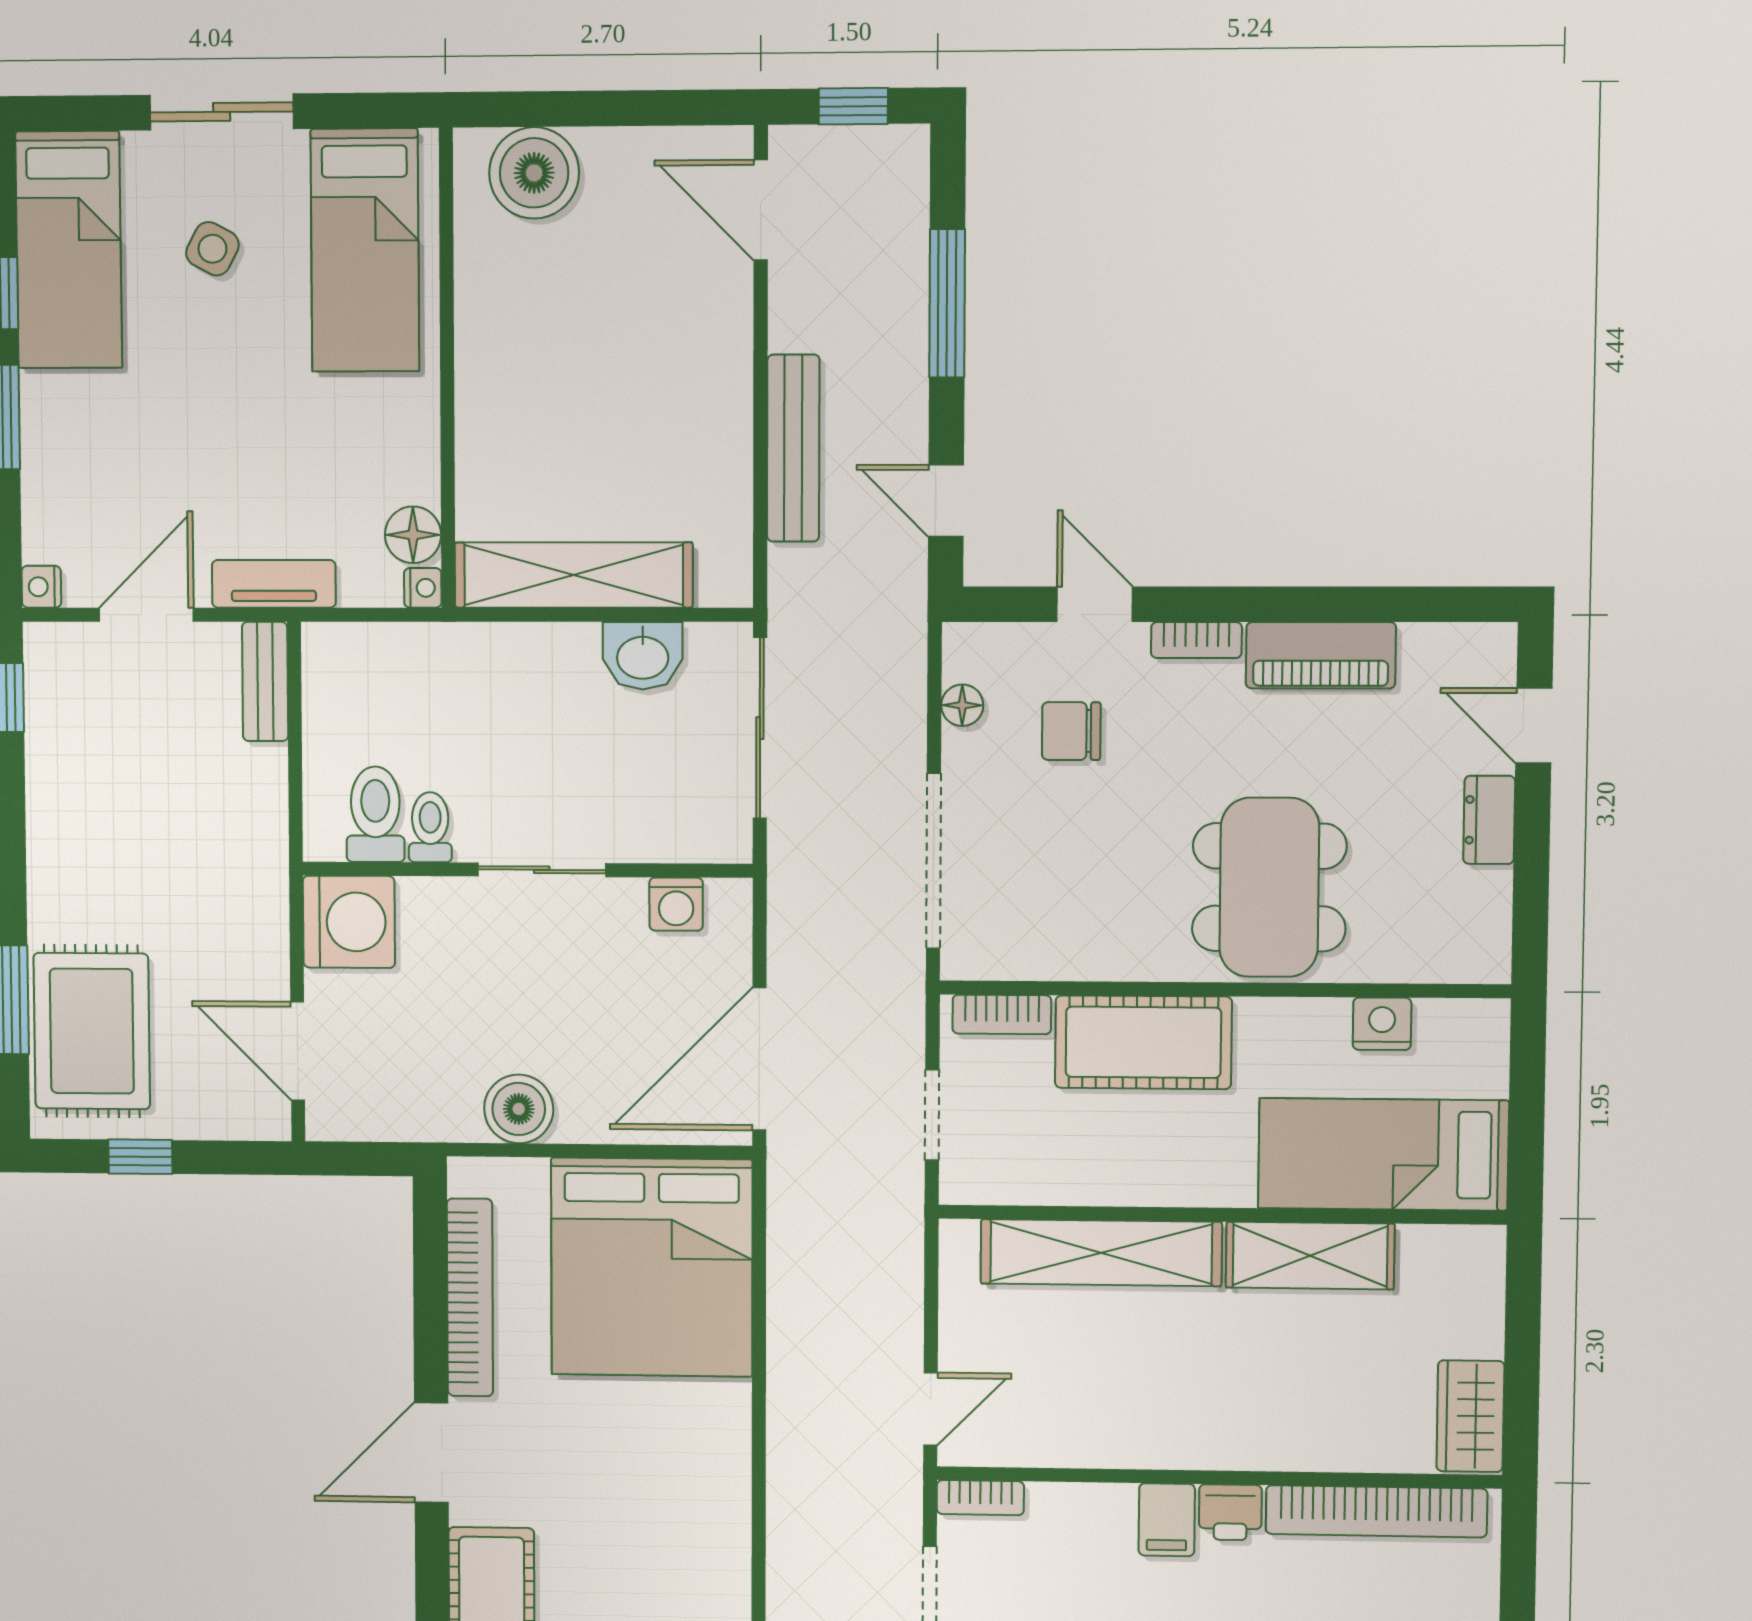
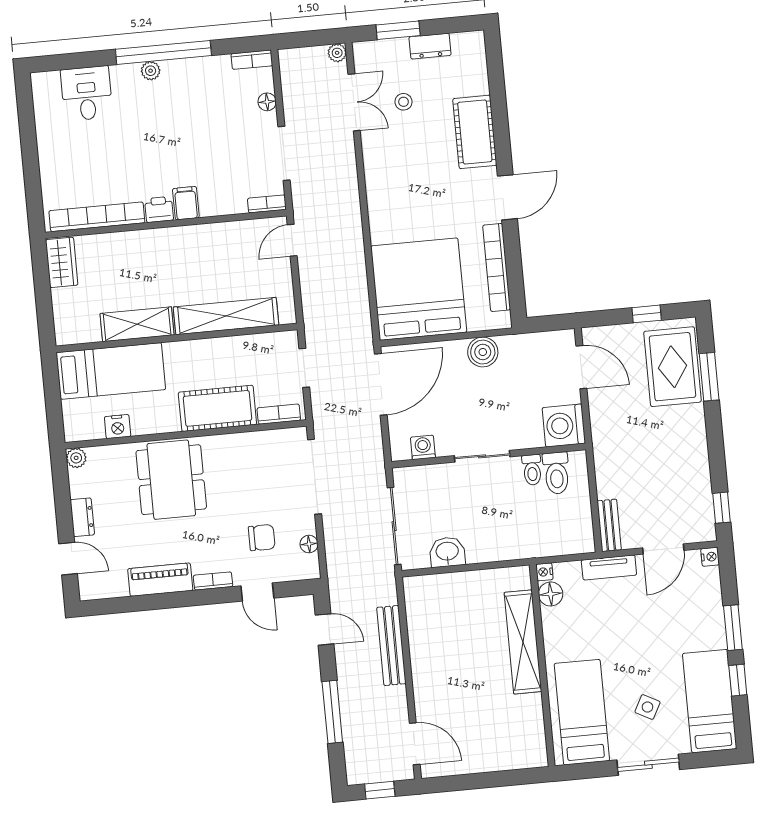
boiler: (534, 173) -> (512, 751), removed
shelving: (574, 575) -> (523, 642), moved, turned 90
plant: (1488, 961) -> (76, 458), added

